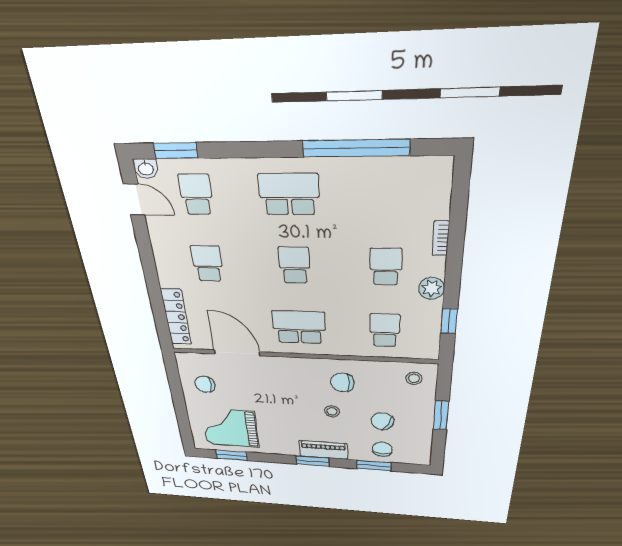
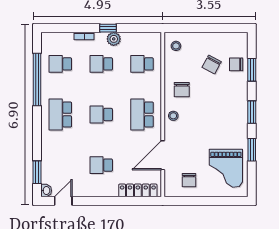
school desk: (196, 194) -> (60, 64), moved
window: (449, 321) -> (108, 28), moved
stool: (332, 411) -> (173, 116), moved
window: (441, 415) -> (204, 28), removed
piano: (323, 450) -> (240, 104), removed
window: (231, 455) -> (252, 150), moved

